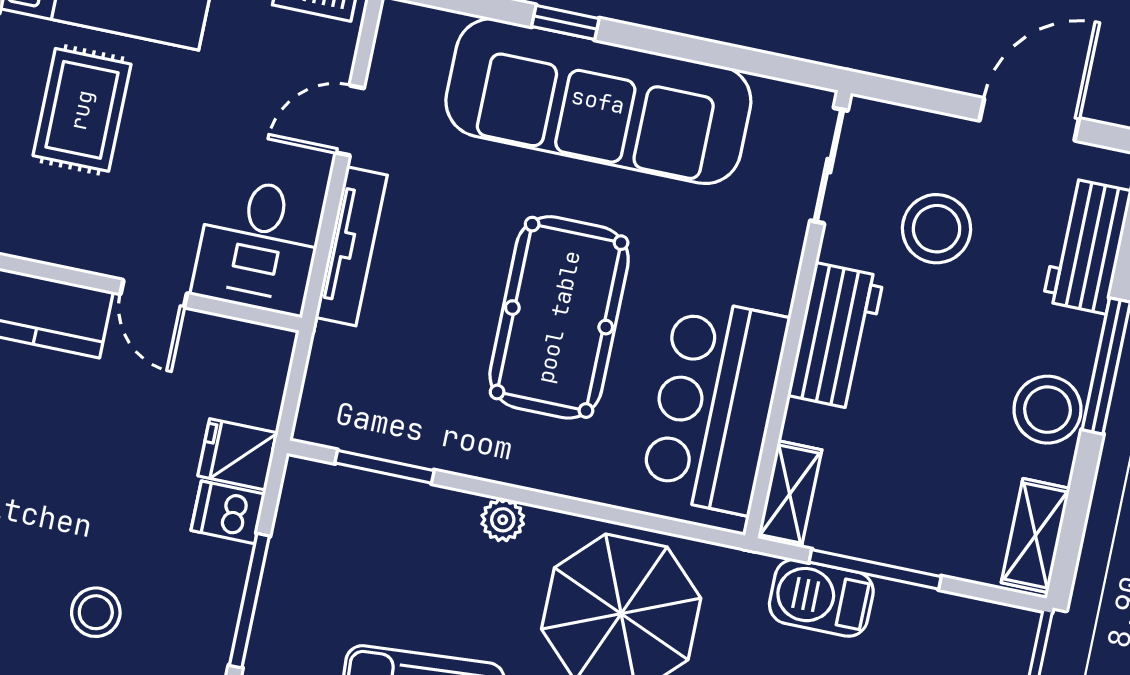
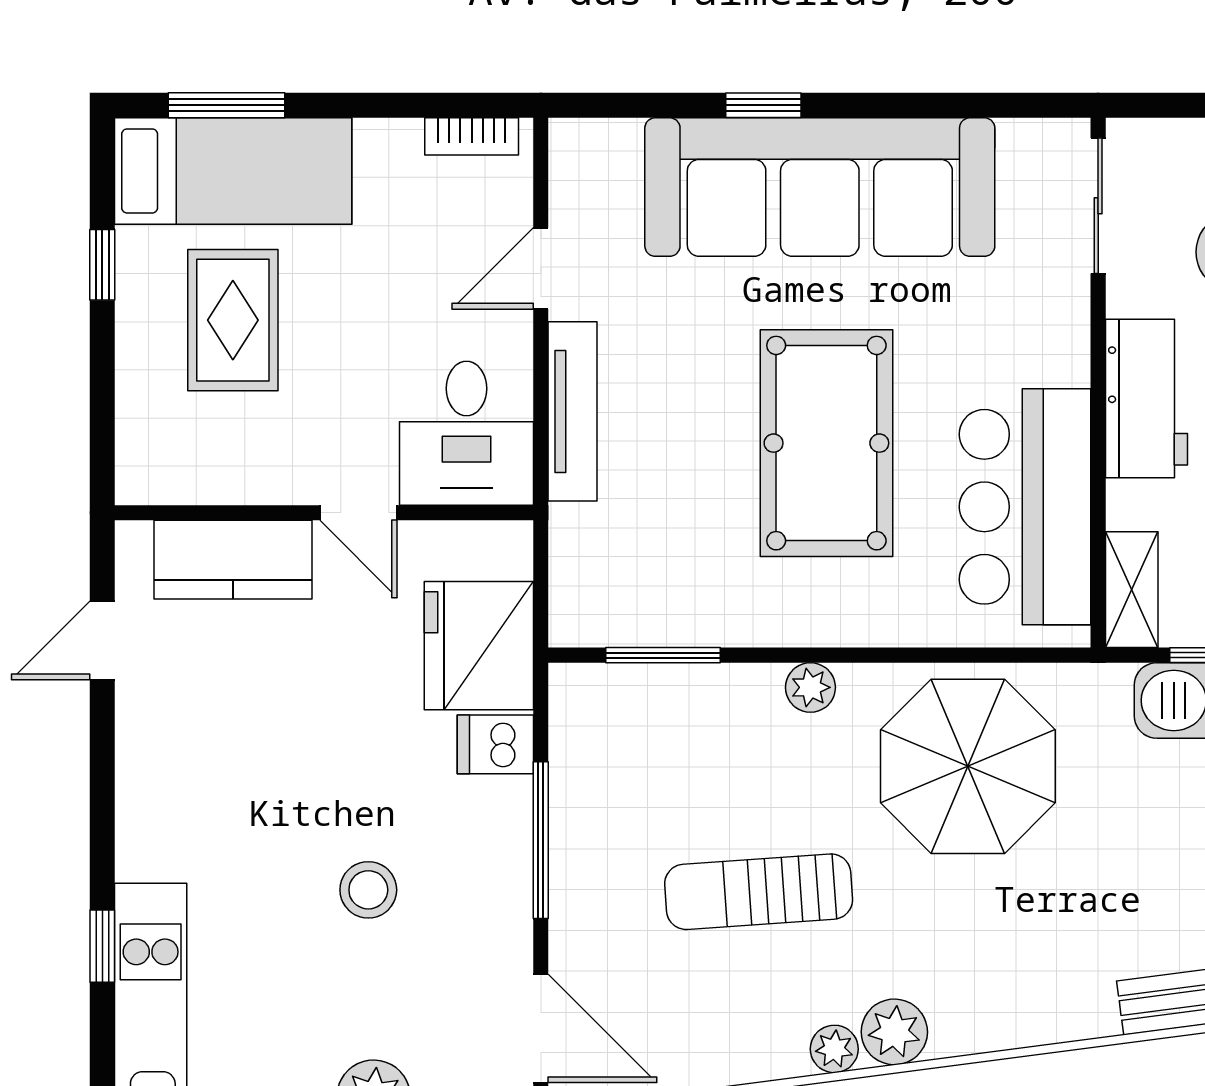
fridge: (238, 454) -> (479, 646), width x1.88, depth x1.34

